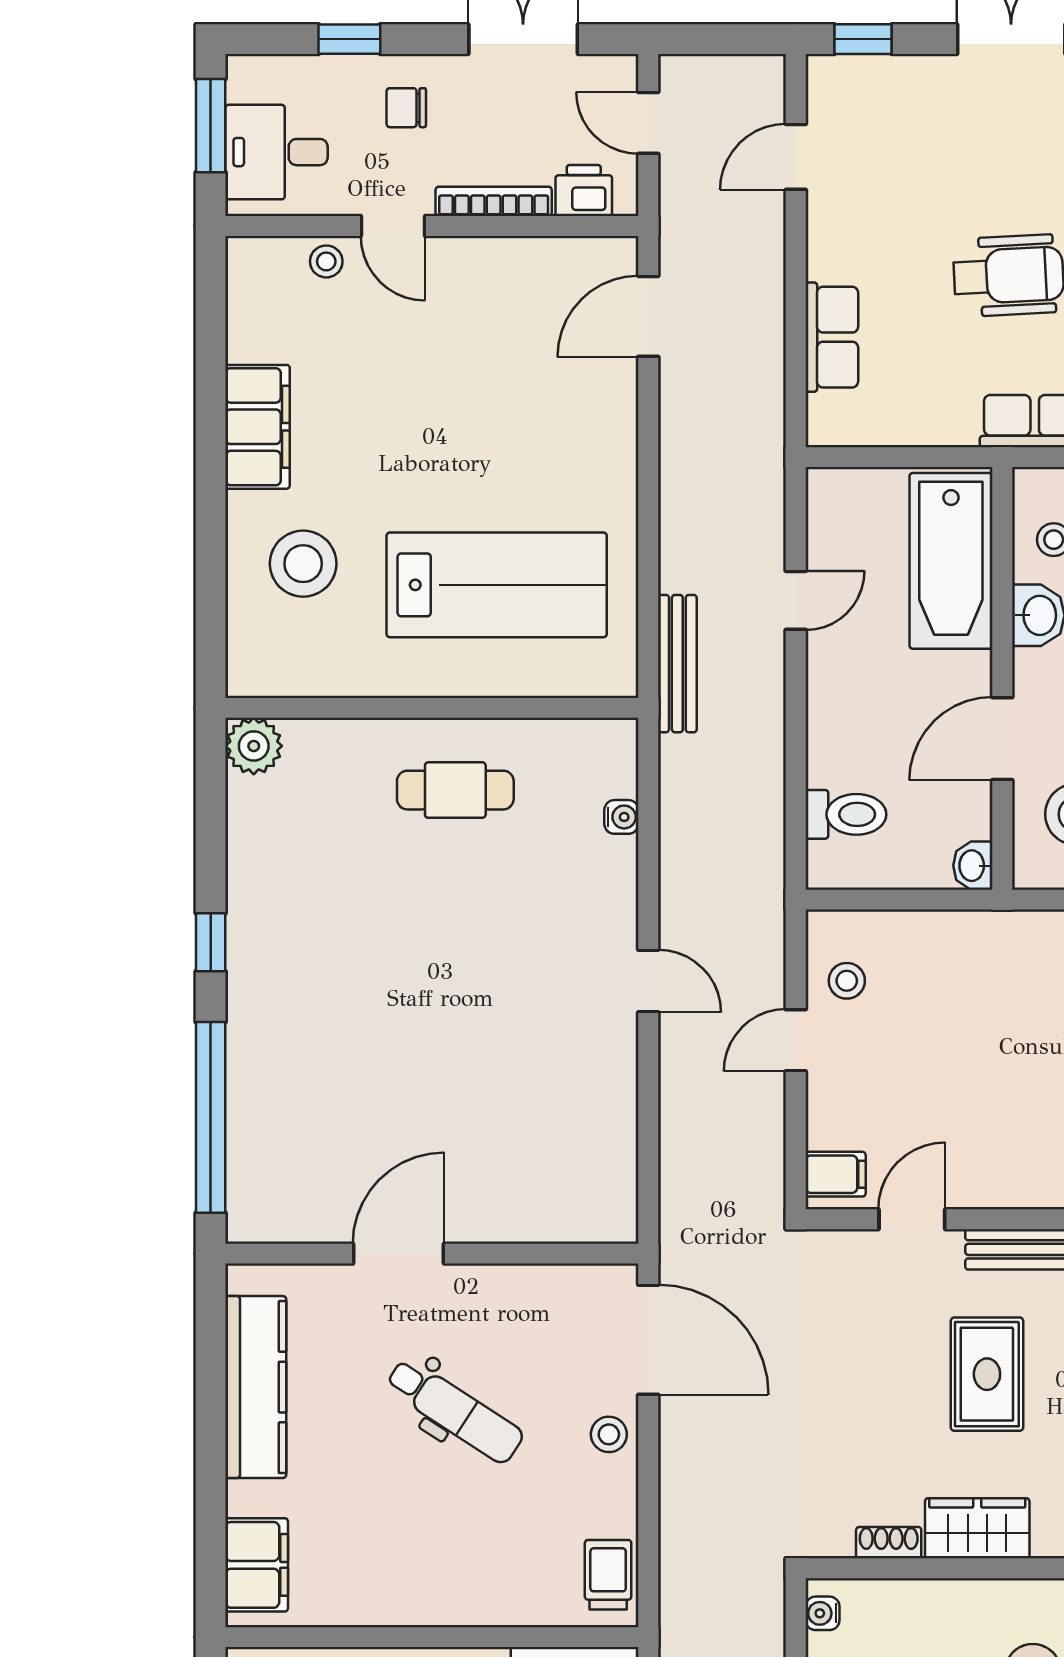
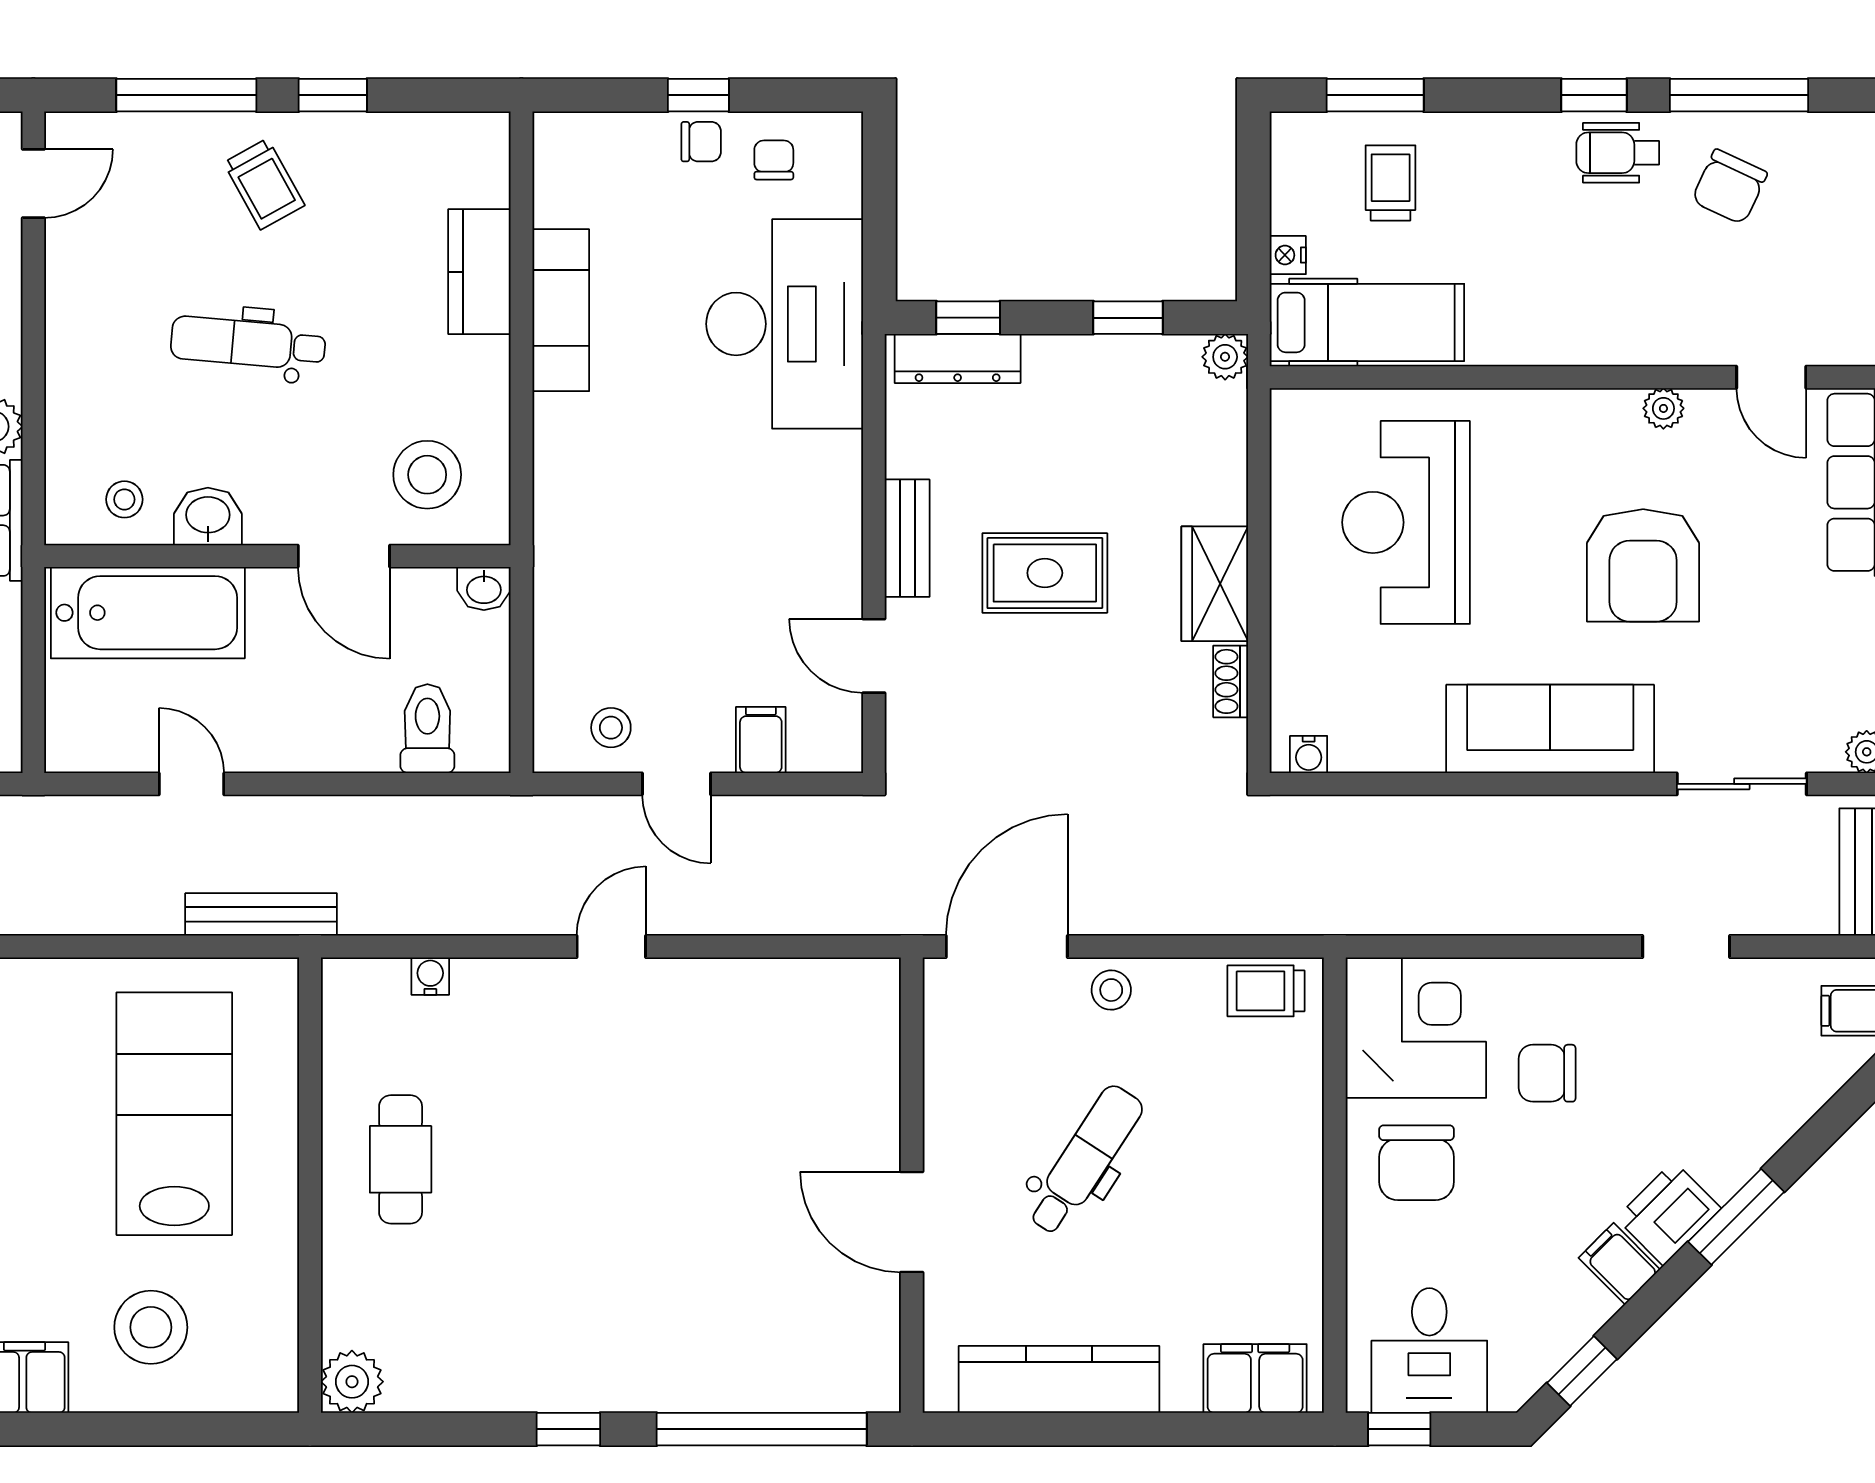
filing cabinet: (836, 1174) -> (761, 740), moved

